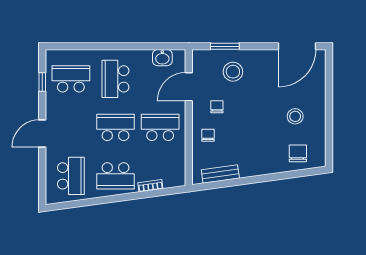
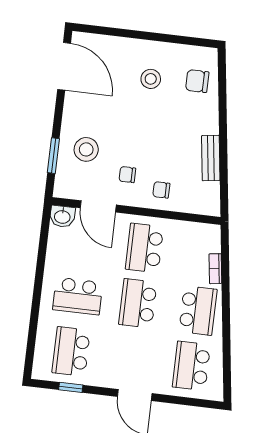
washbasin: (162, 58) -> (62, 216), moved, turned 90
bench: (220, 174) -> (211, 158), moved
school desk: (71, 176) -> (191, 366), turned -90

